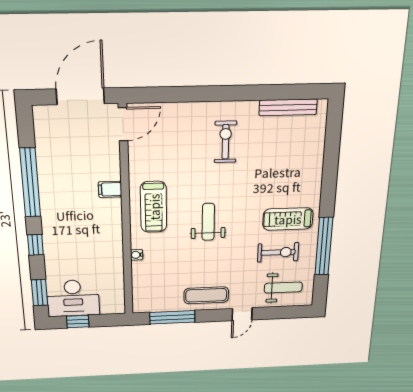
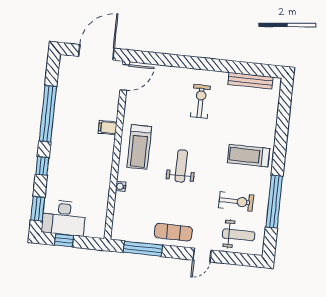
treadmill: (288, 219) -> (248, 156), moved

